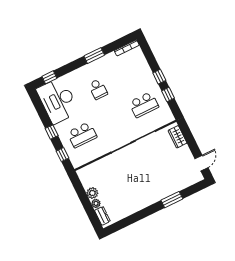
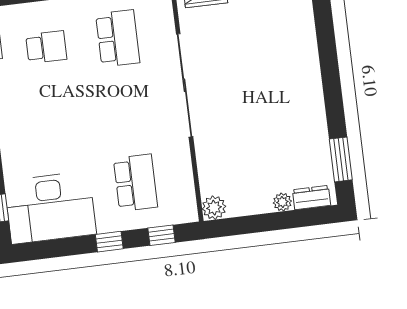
school desk: (98, 89) -> (46, 47), moved
plant: (92, 193) -> (214, 208), moved
window: (172, 200) -> (341, 159), moved

